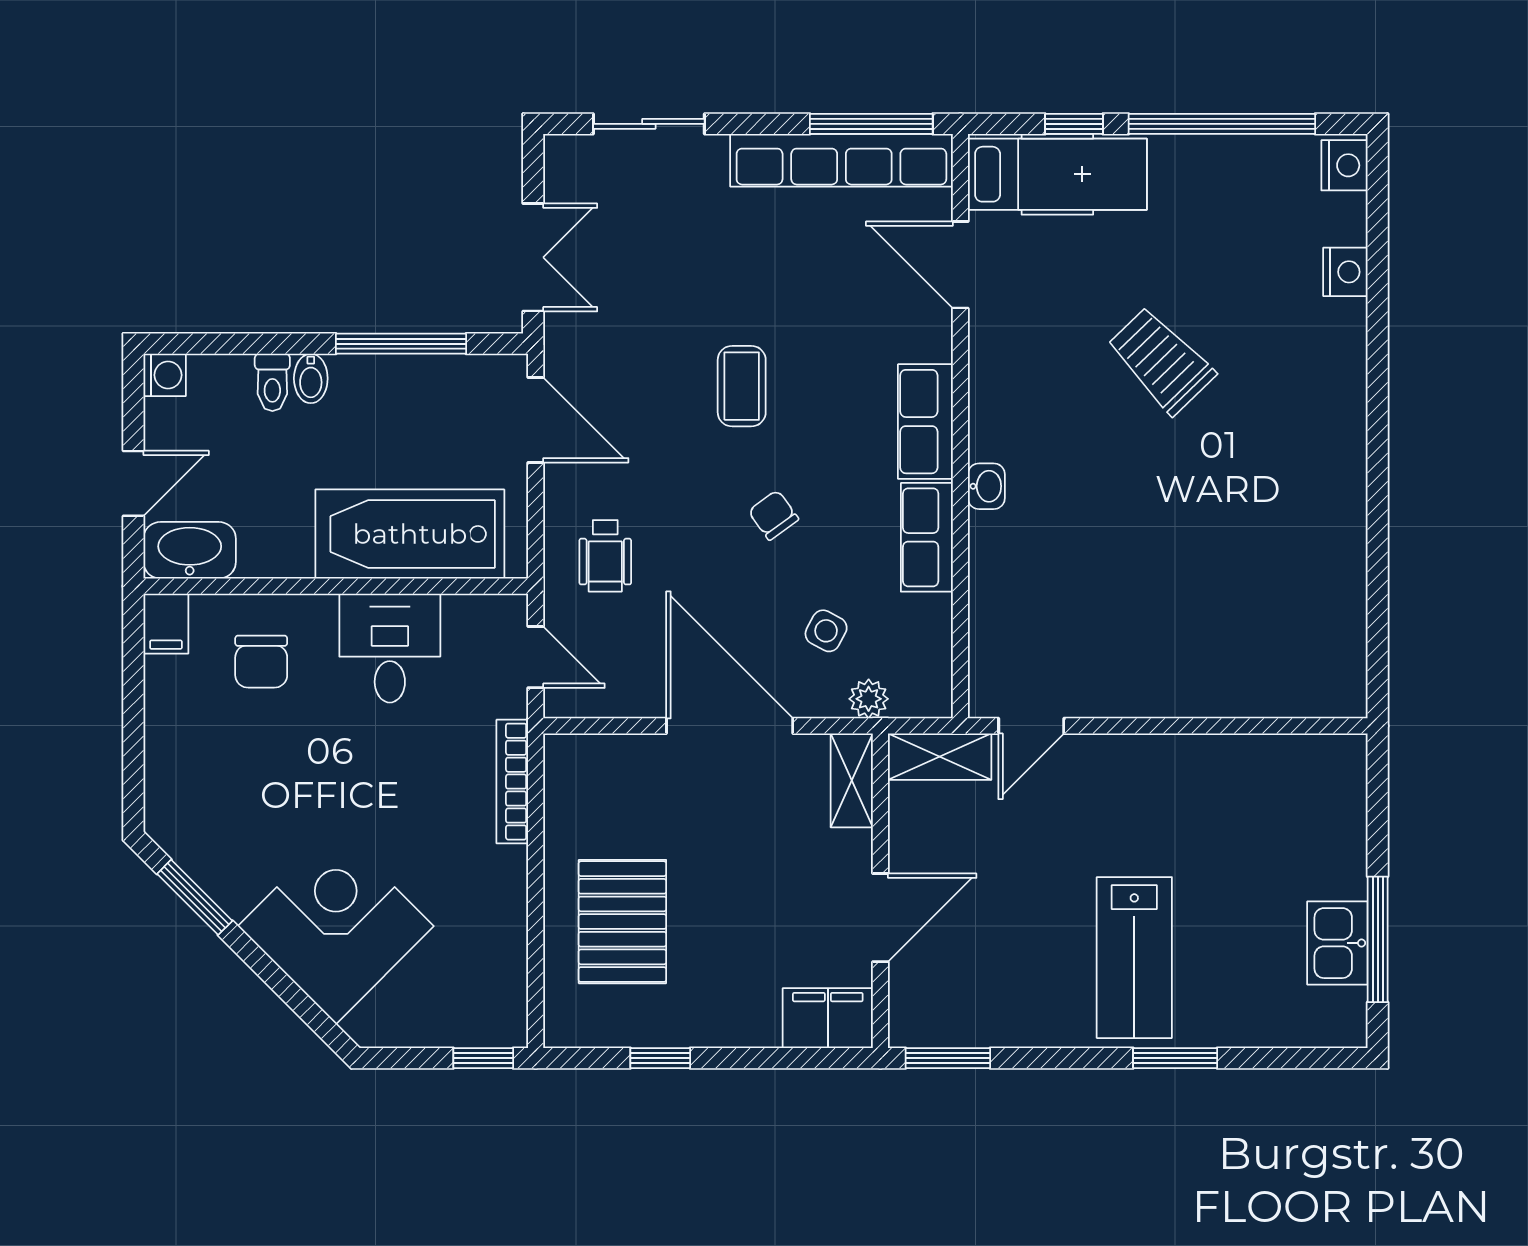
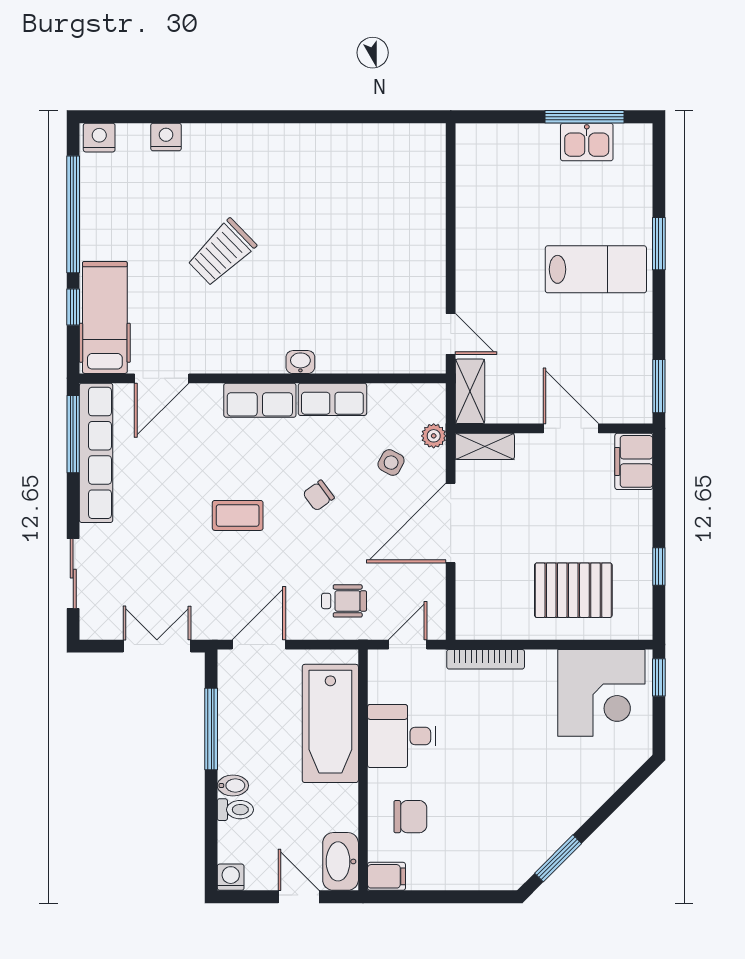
corner desk: (336, 926) -> (601, 693), moved, turned -135

